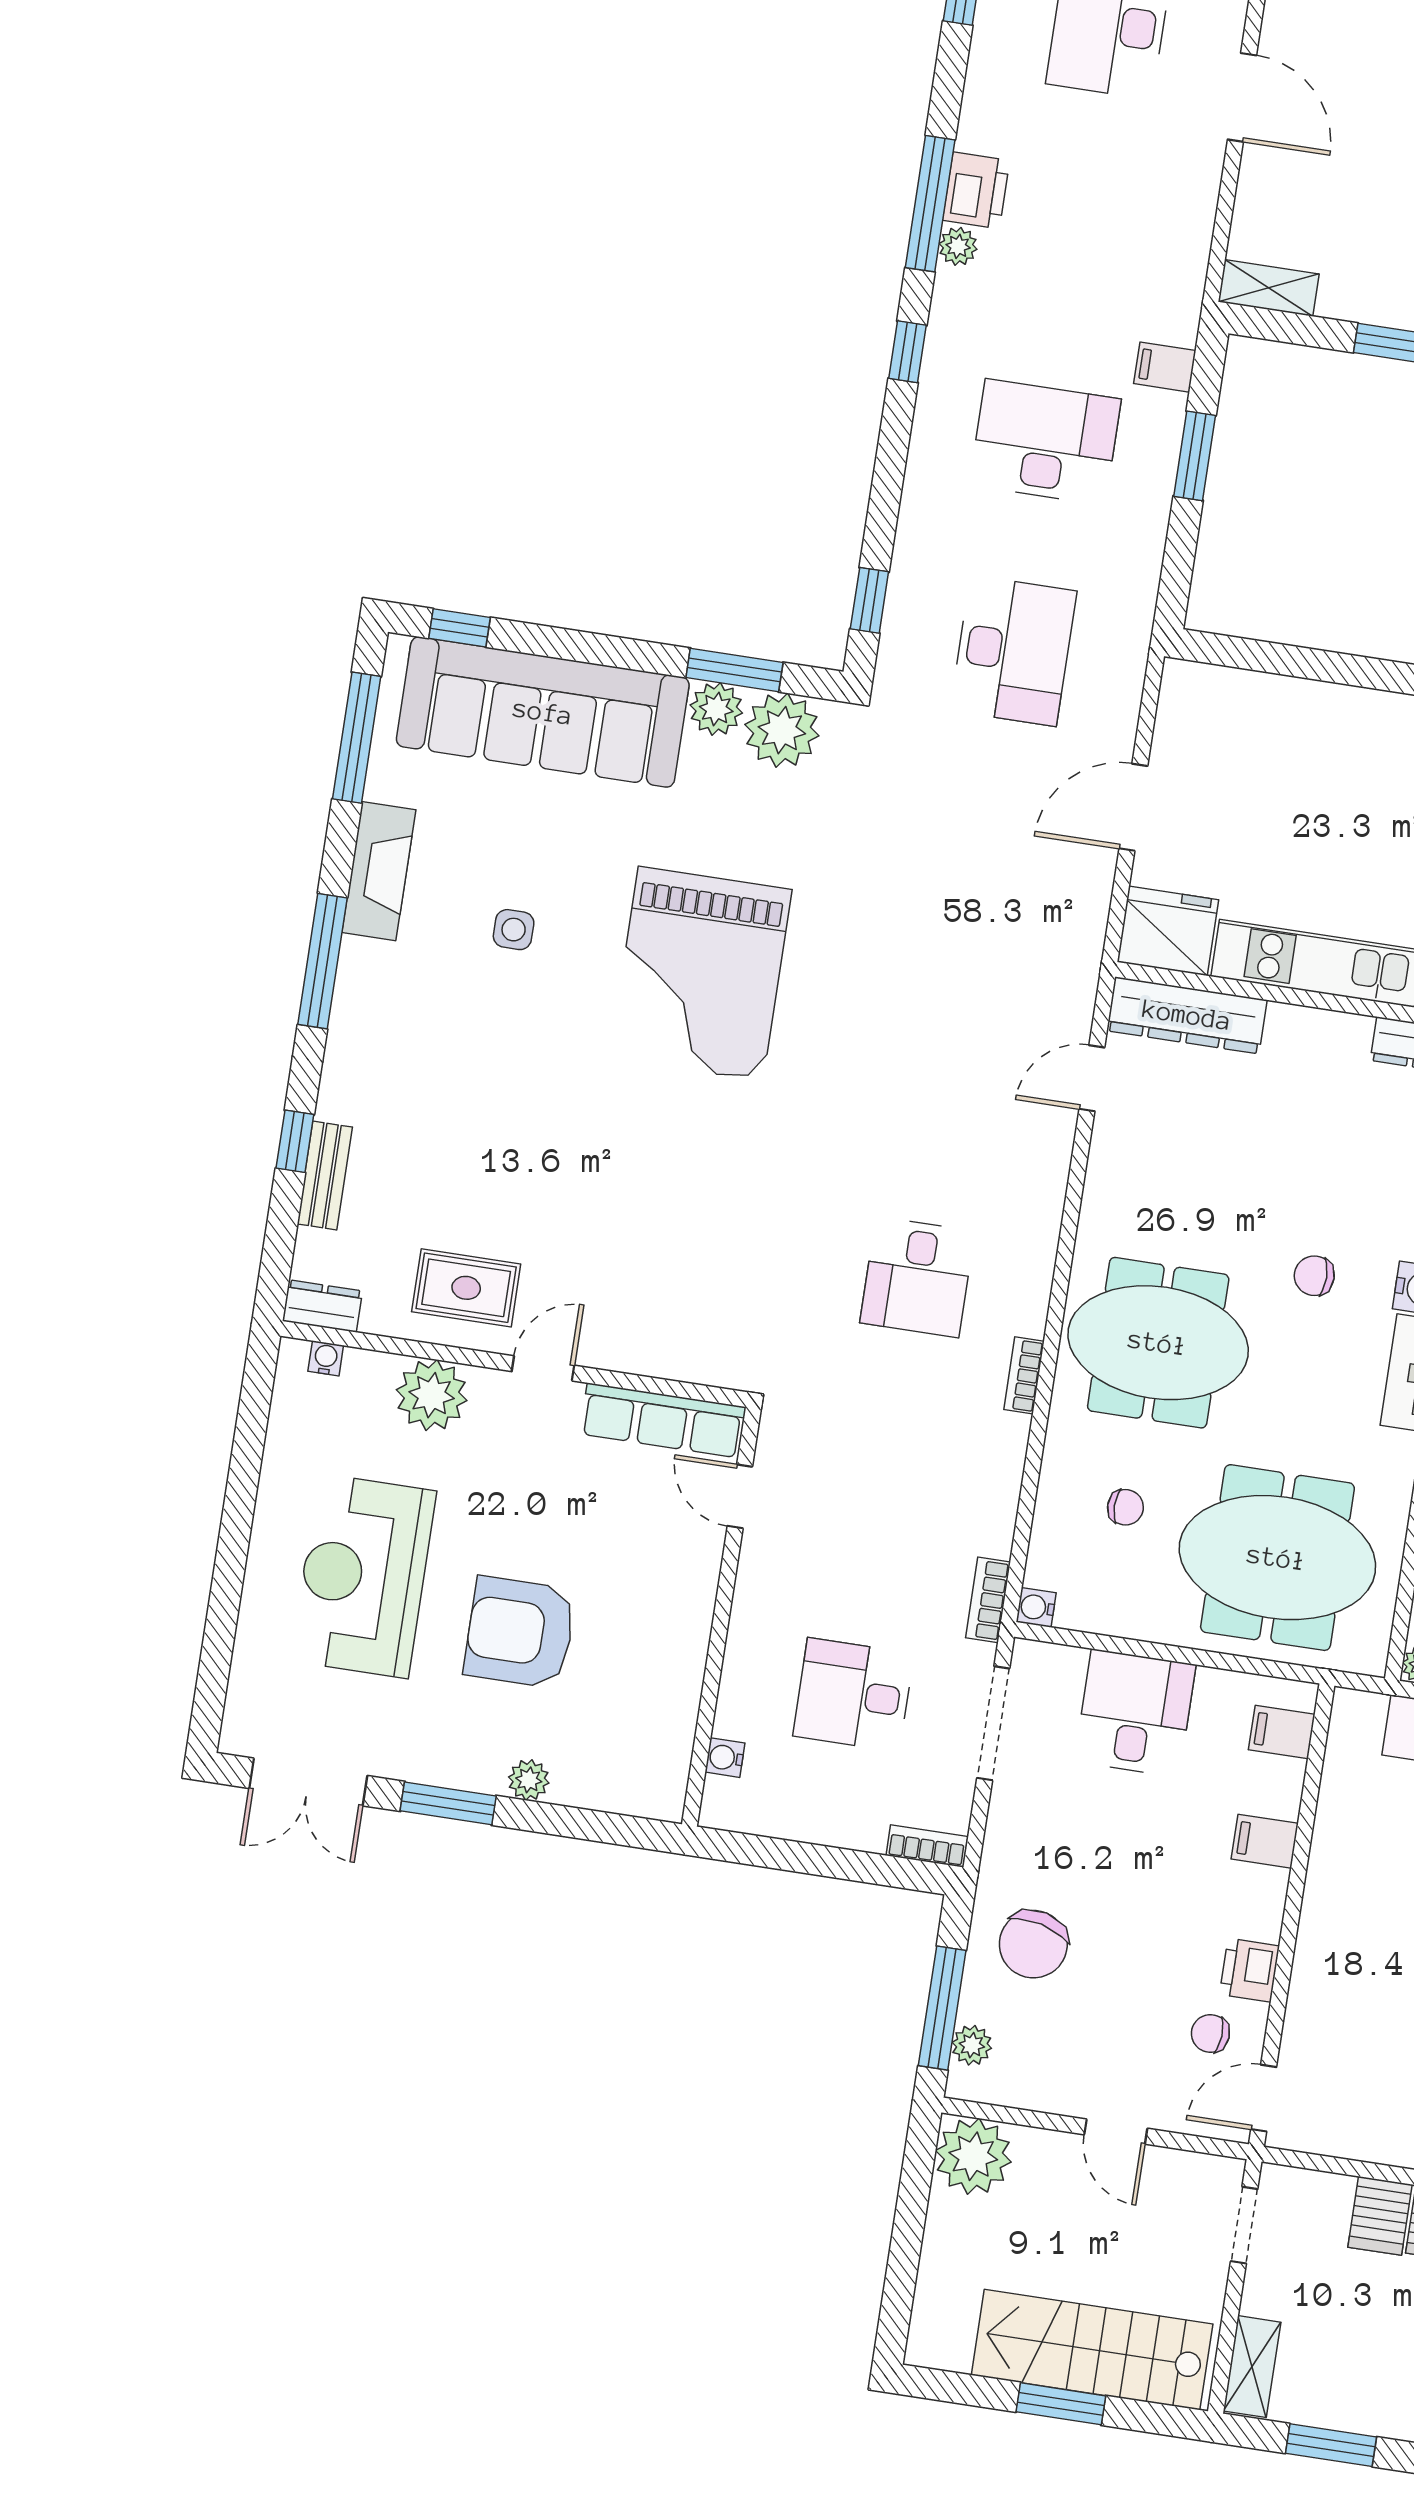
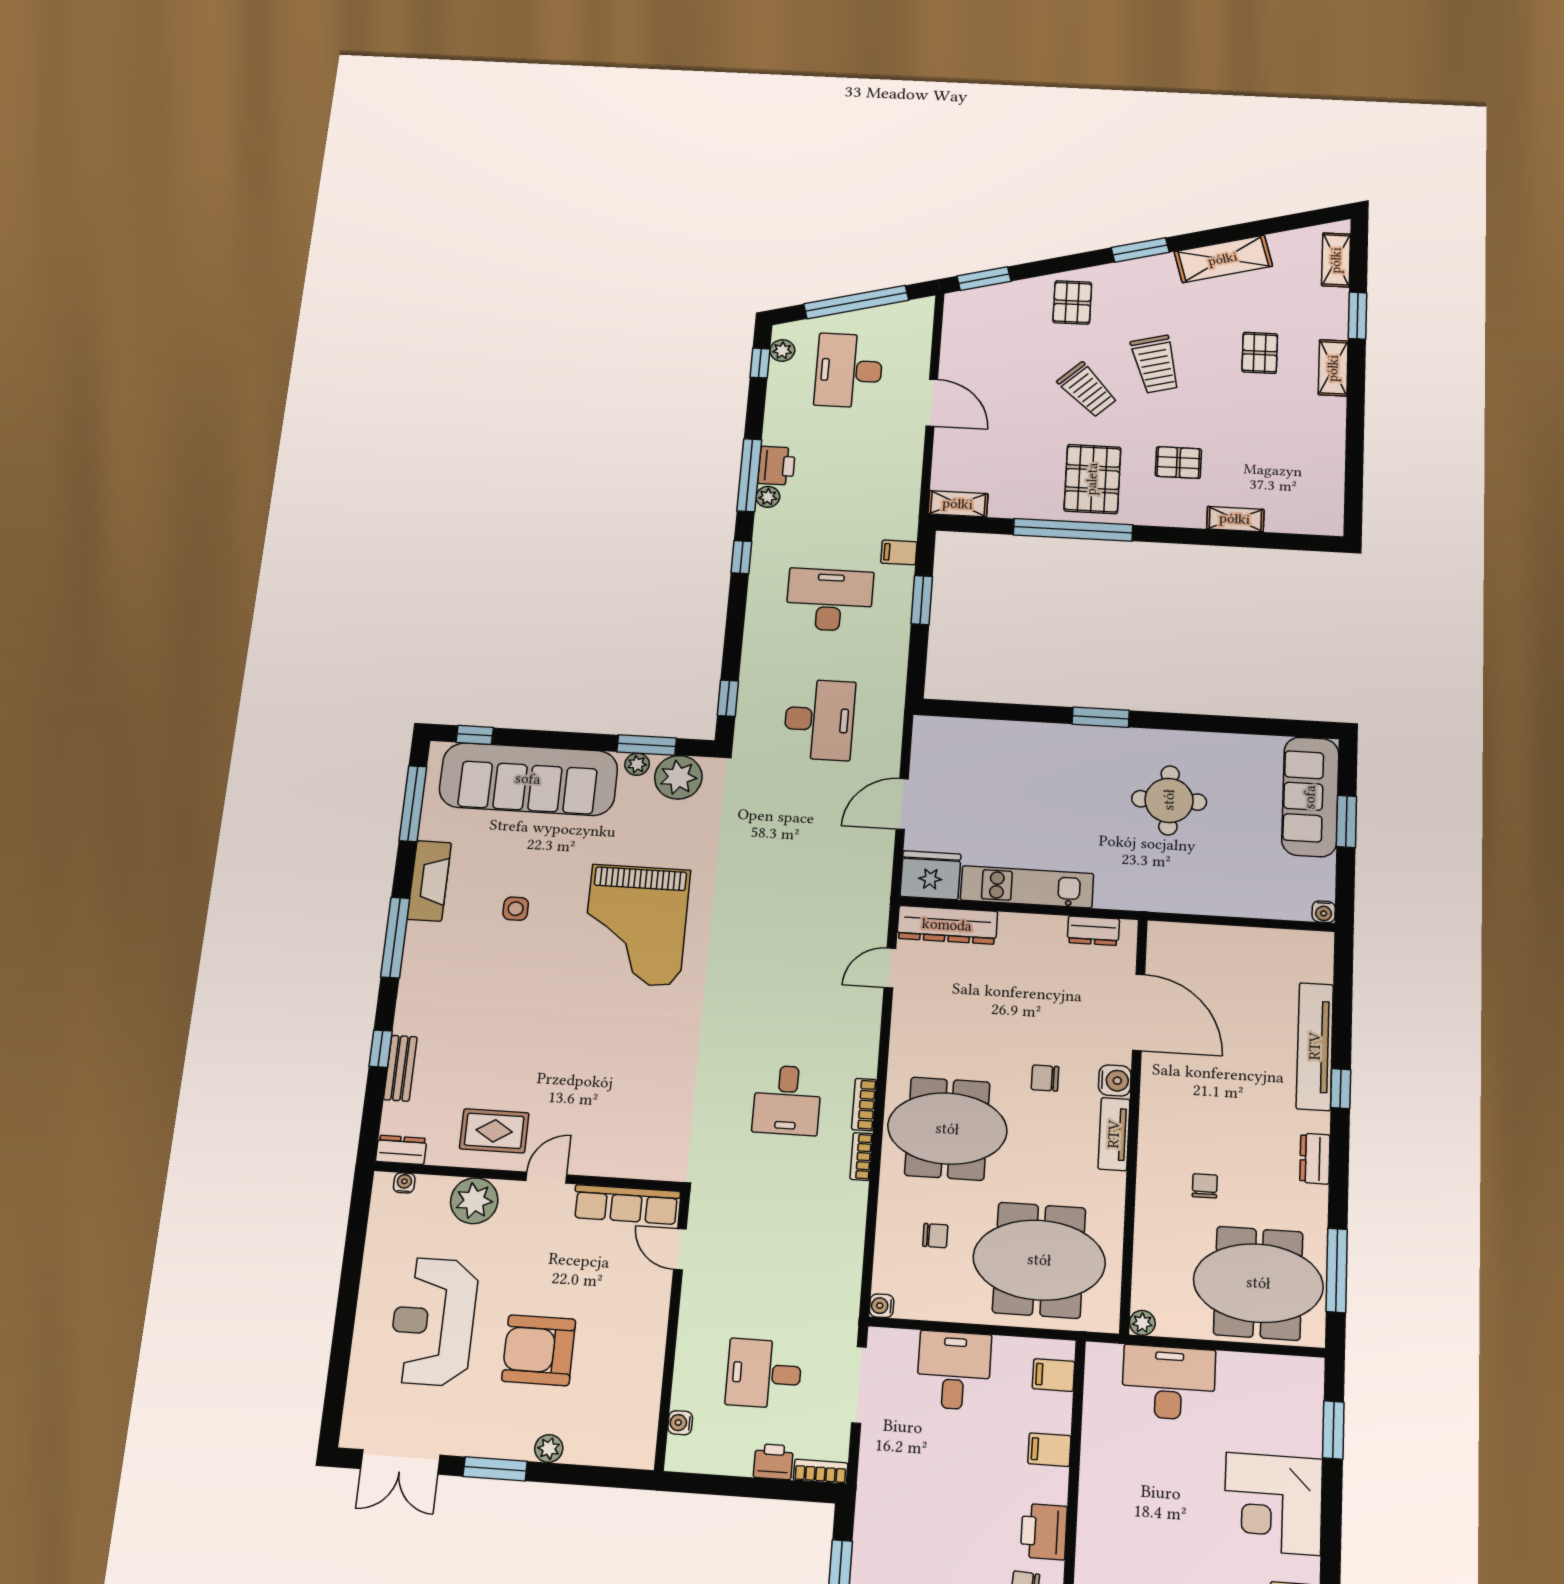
plant: (716, 709) -> (637, 764), width x0.73, depth x0.73
bookcase: (988, 1600) -> (864, 1105), moved
printer: (859, 1826) -> (773, 1462), added
chair: (1033, 1944) -> (898, 1533), removed
printer: (1249, 1970) -> (1044, 1532), width x1.36, depth x1.24

